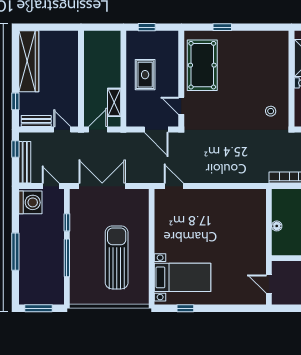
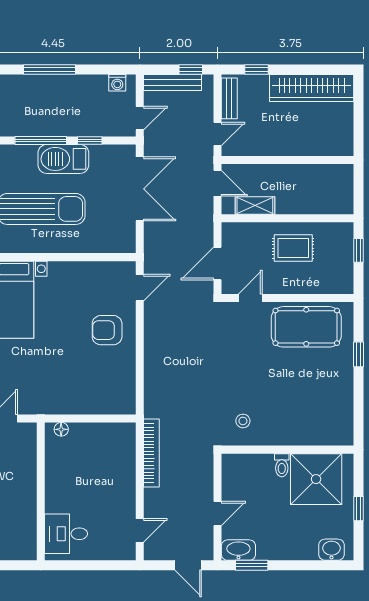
washing machine: (30, 202) -> (117, 83), width x0.53, depth x0.53
armchair: (205, 210) -> (107, 330), added
floor lamp: (277, 226) -> (61, 429), moved
barbecue: (80, 242) -> (63, 159), added

